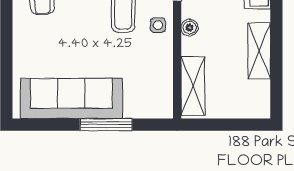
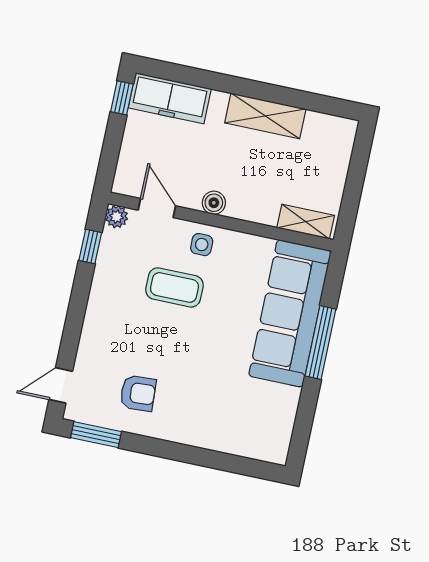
shelving: (193, 86) -> (306, 222), width x0.67, depth x0.75
sofa: (71, 99) -> (290, 313), moved

